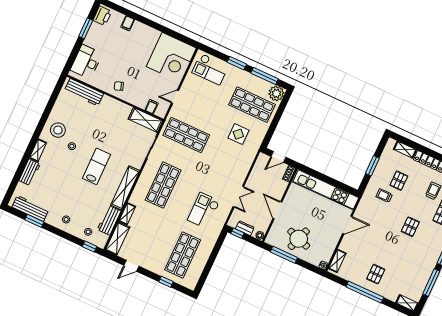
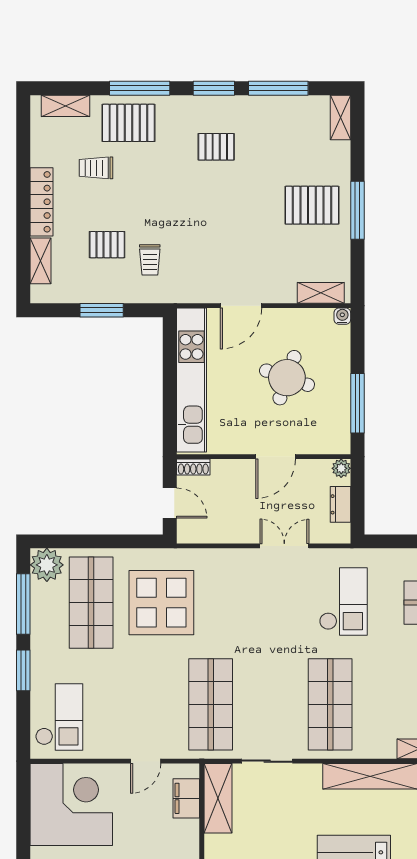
door: (175, 97) -> (146, 761), hinge flipped
filing cabinet: (152, 107) -> (186, 798), width x2.00
display table: (238, 134) -> (161, 603), width x1.86, depth x1.86
shop shelf: (163, 185) -> (330, 704), turned 90
checkout: (204, 211) -> (343, 601), turned -90
door: (347, 225) -> (241, 306), swing flipped
pallet: (410, 227) -> (216, 147), moved
window: (237, 233) -> (357, 514), removed
round table: (299, 239) -> (287, 378), moved
pallet: (376, 274) -> (312, 205), width x1.50, depth x1.42
window: (365, 292) -> (357, 210), width x0.68

